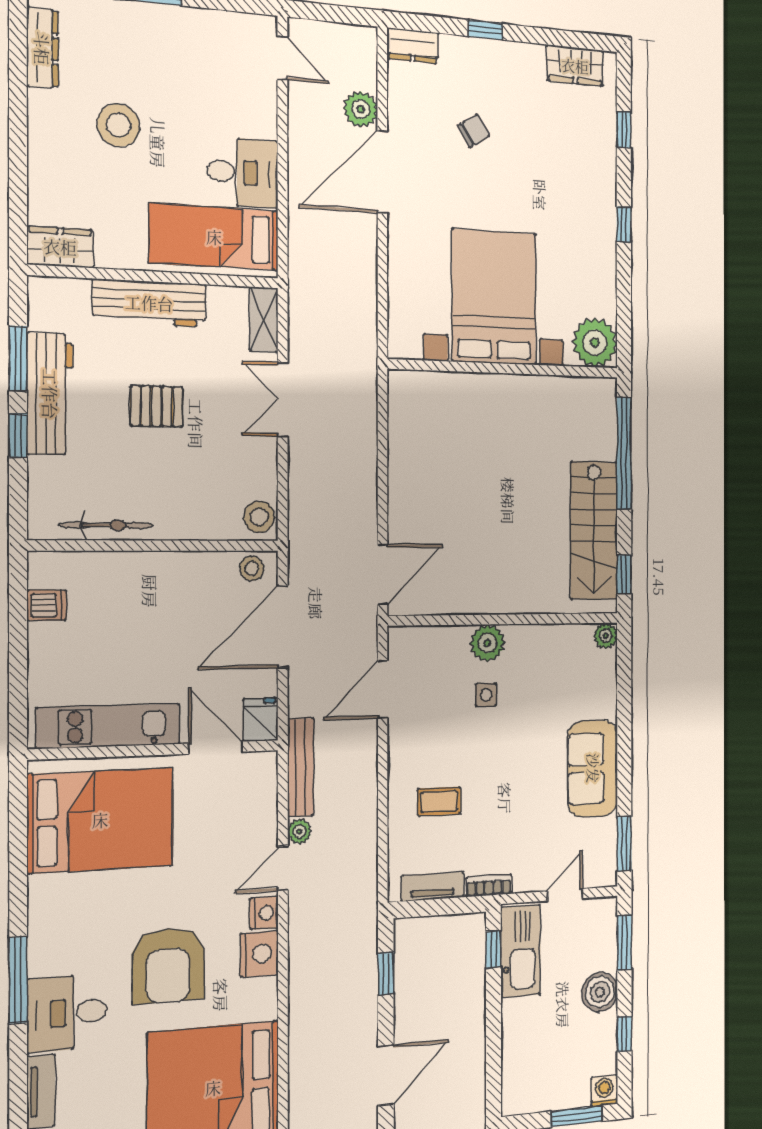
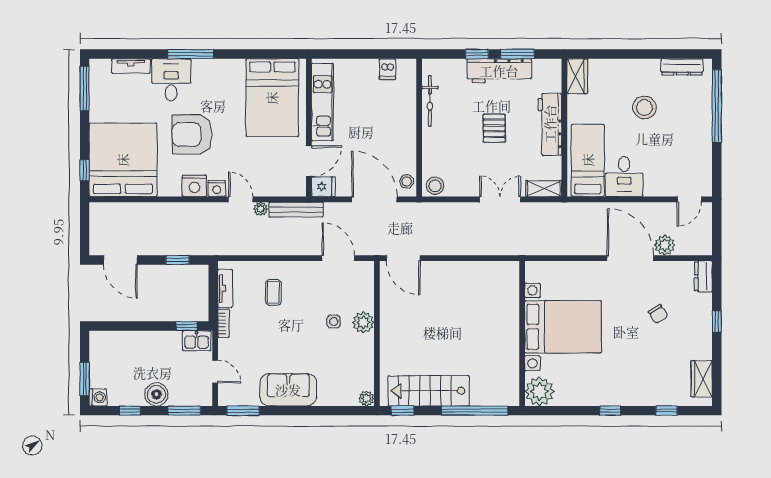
kitchen sink: (521, 951) -> (197, 341), width x0.53, depth x0.81

